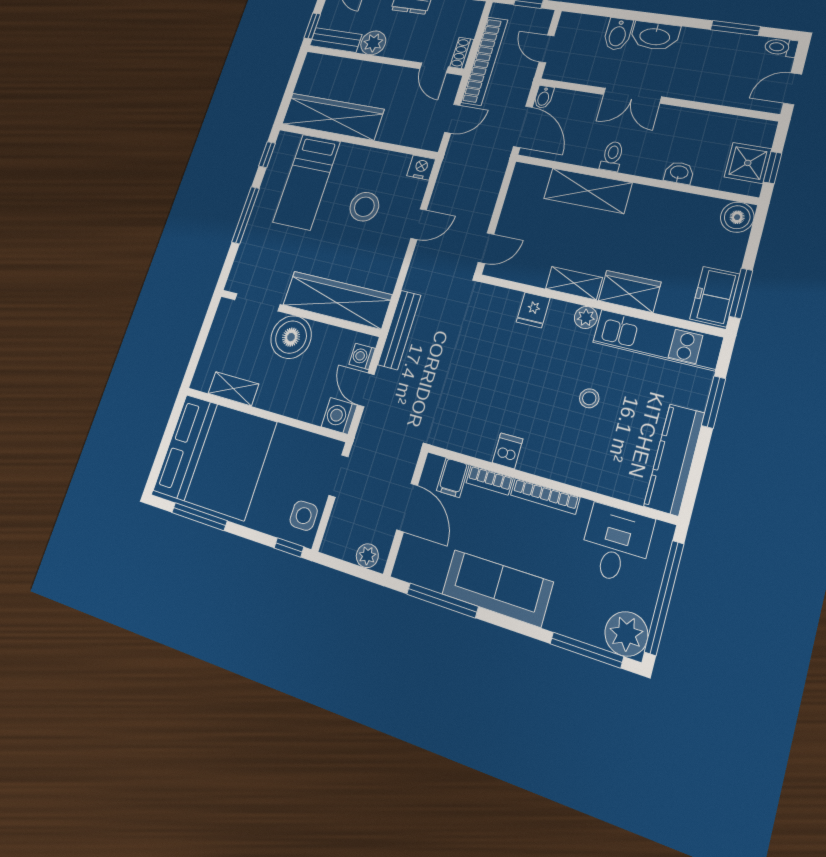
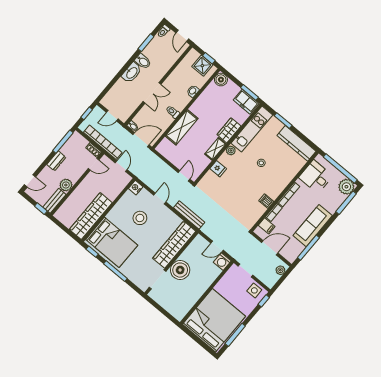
bidet: (618, 34) -> (143, 61), moved
bed: (307, 182) -> (112, 242), width x1.50
bench: (399, 330) -> (189, 215), moved
washing machine: (362, 356) -> (203, 243), removed
shelving: (233, 389) -> (190, 303), removed

